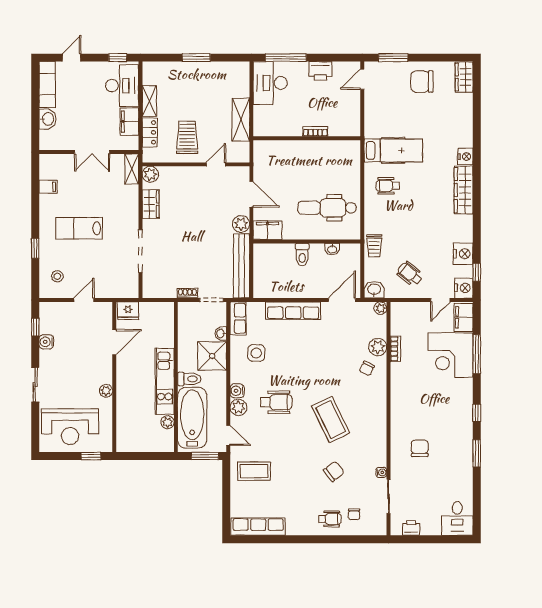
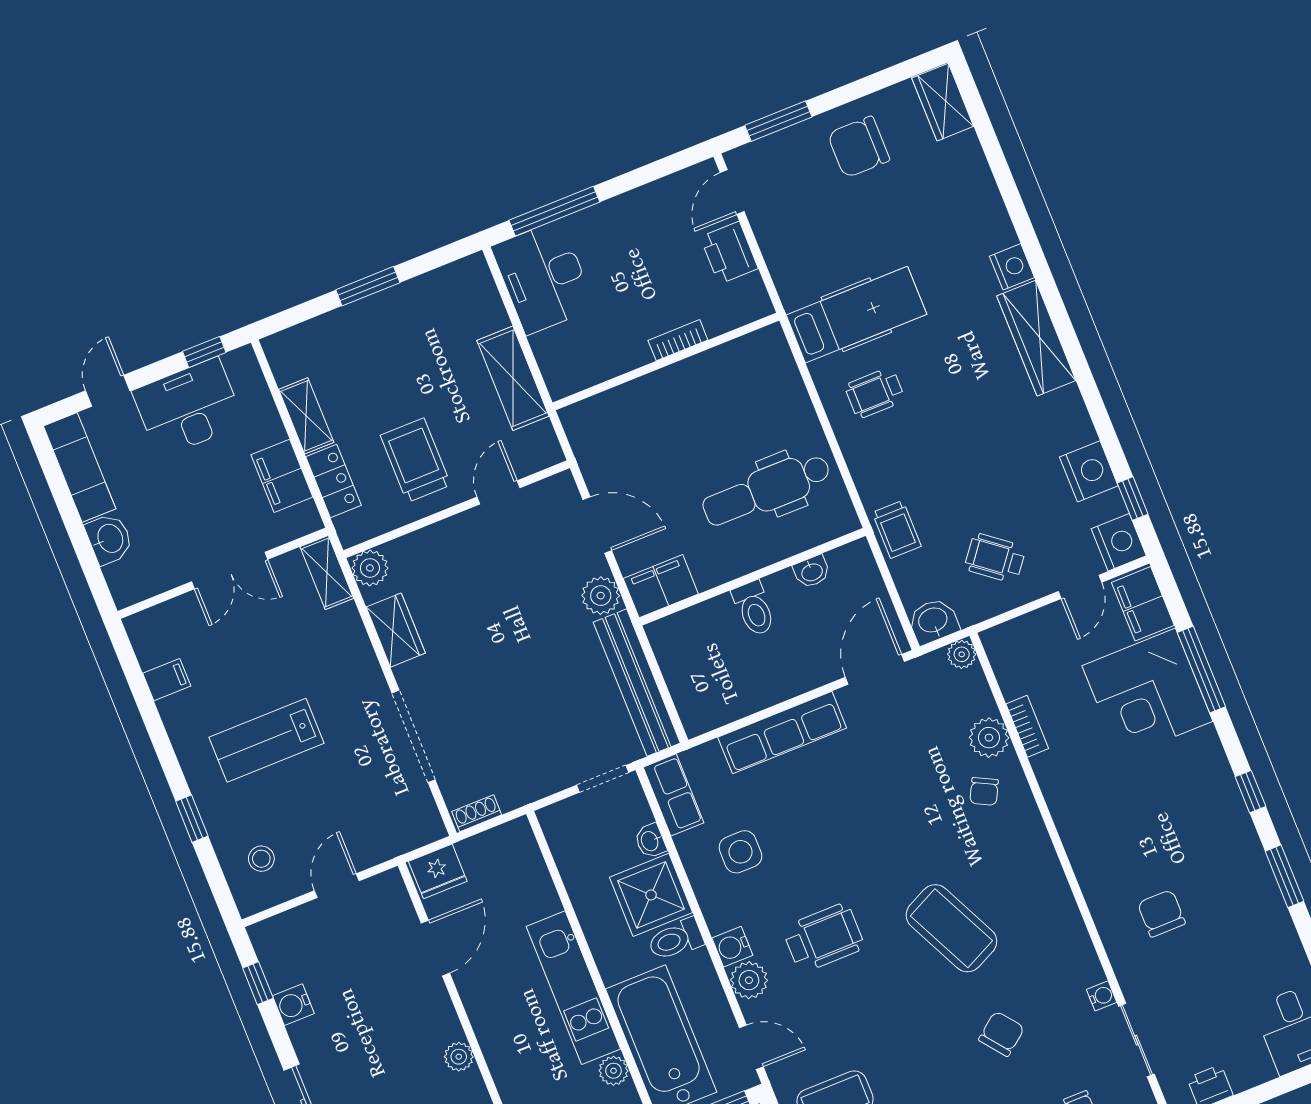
printer: (320, 71) -> (729, 253), moved, turned 90
desk: (122, 86) -> (188, 408), moved, turned -90
shoe rack: (187, 293) -> (477, 813), moved
toilet: (189, 379) -> (676, 939), moved, turned 180

